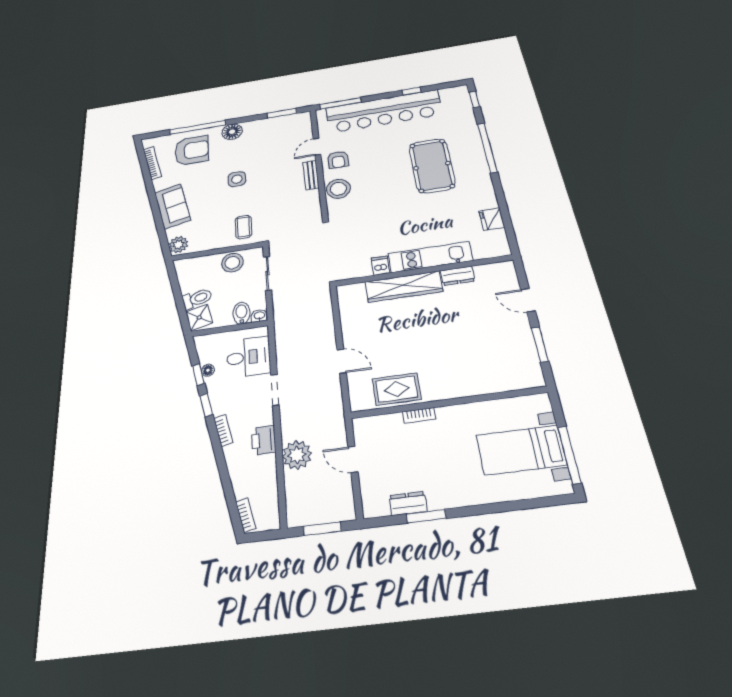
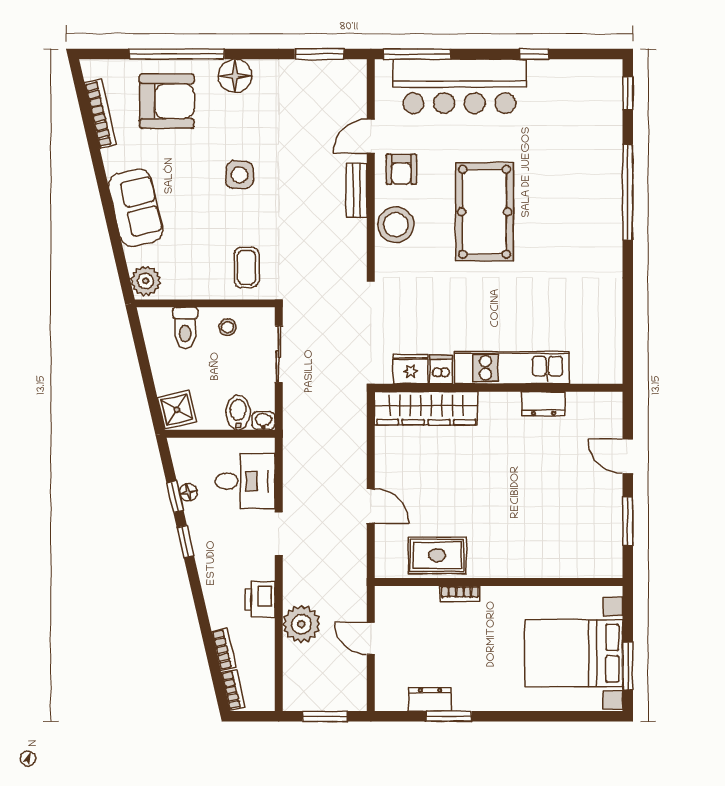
bar counter: (383, 111) -> (459, 86), width x0.73
pool table: (432, 166) -> (485, 212), moved
fridge: (492, 219) -> (411, 369), moved, turned 90
stool: (232, 263) -> (228, 327), width x0.53, depth x0.53
wardrobe: (404, 287) -> (426, 408), moved
toilet: (197, 299) -> (185, 328), moved, turned 103
bookcase: (223, 430) -> (224, 649), moved
bed with nightstands: (521, 450) -> (574, 653), width x1.36
window: (569, 455) -> (628, 666), width x0.69

